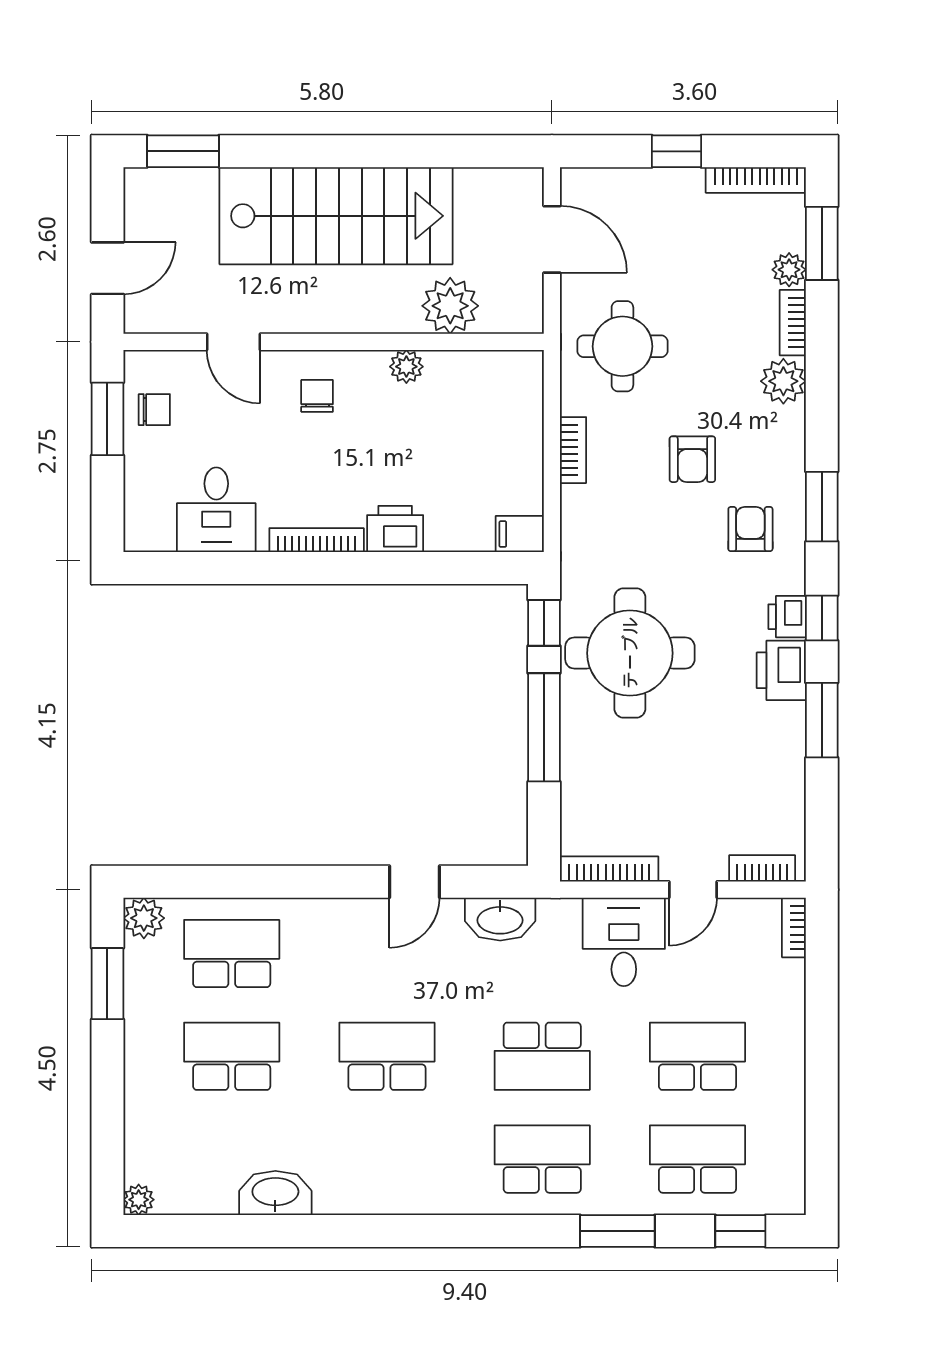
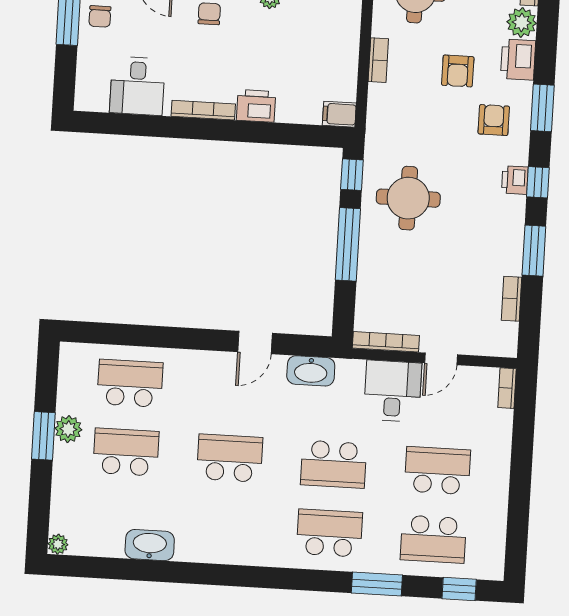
chair: (154, 410) -> (100, 16), turned 90
round table: (630, 653) -> (408, 198), width x0.73, depth x0.73
printer: (781, 670) -> (518, 60), moved
bookcase: (762, 868) -> (512, 299), moved, turned -90
plant: (144, 918) -> (68, 429), moved
window: (107, 984) -> (43, 436), moved
school desk: (697, 1159) -> (433, 539), turned 180

